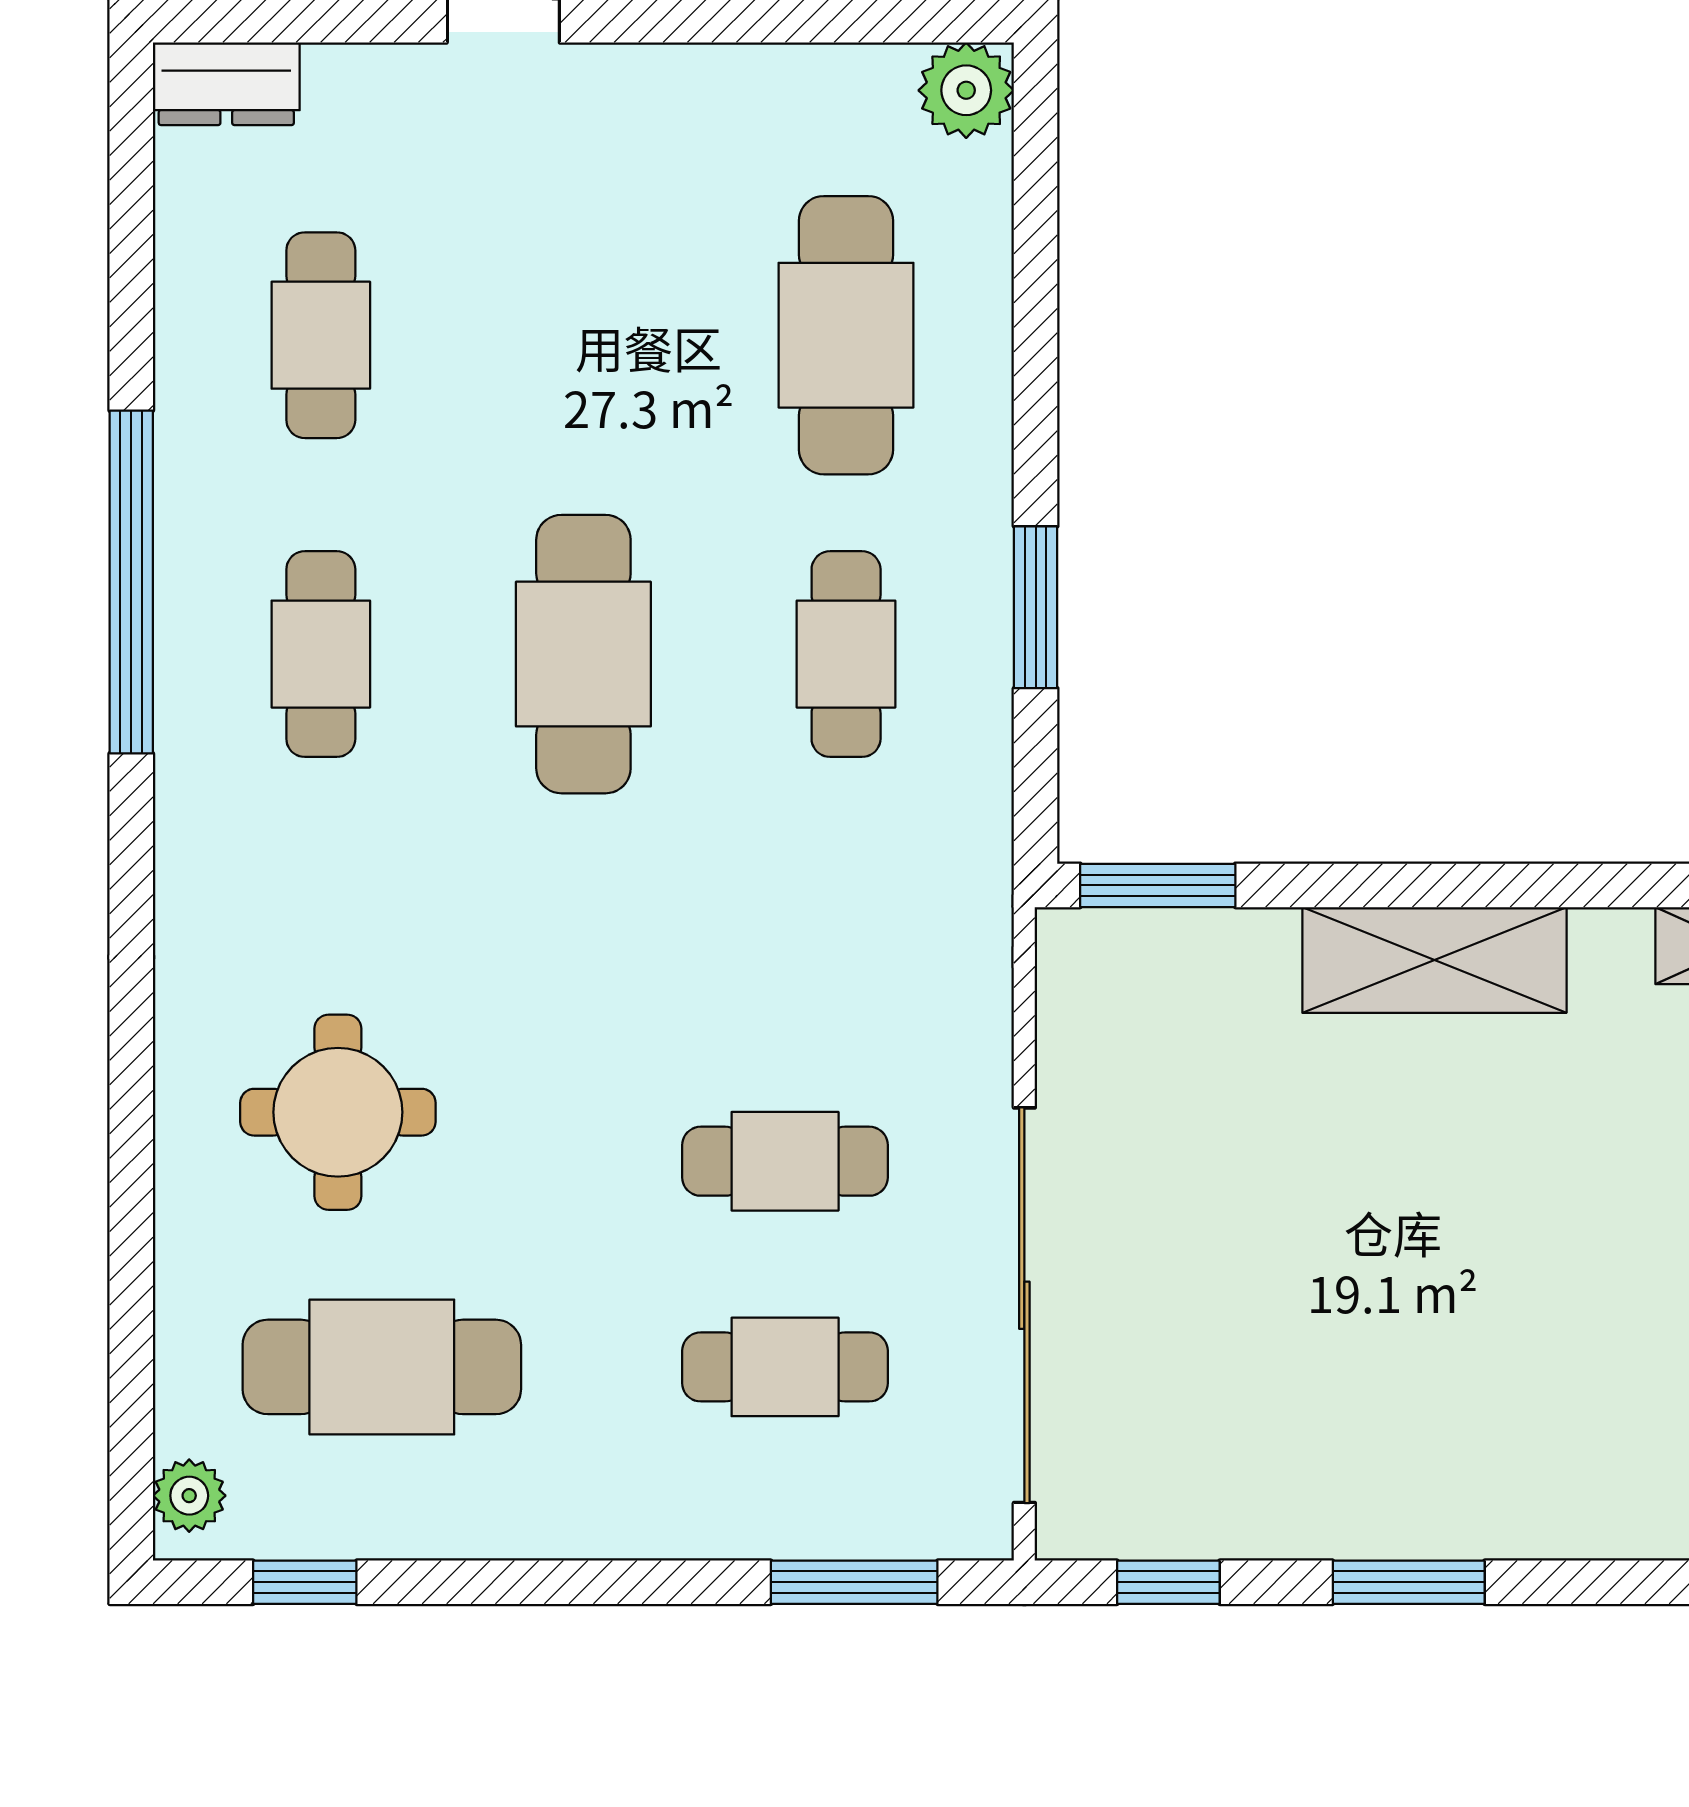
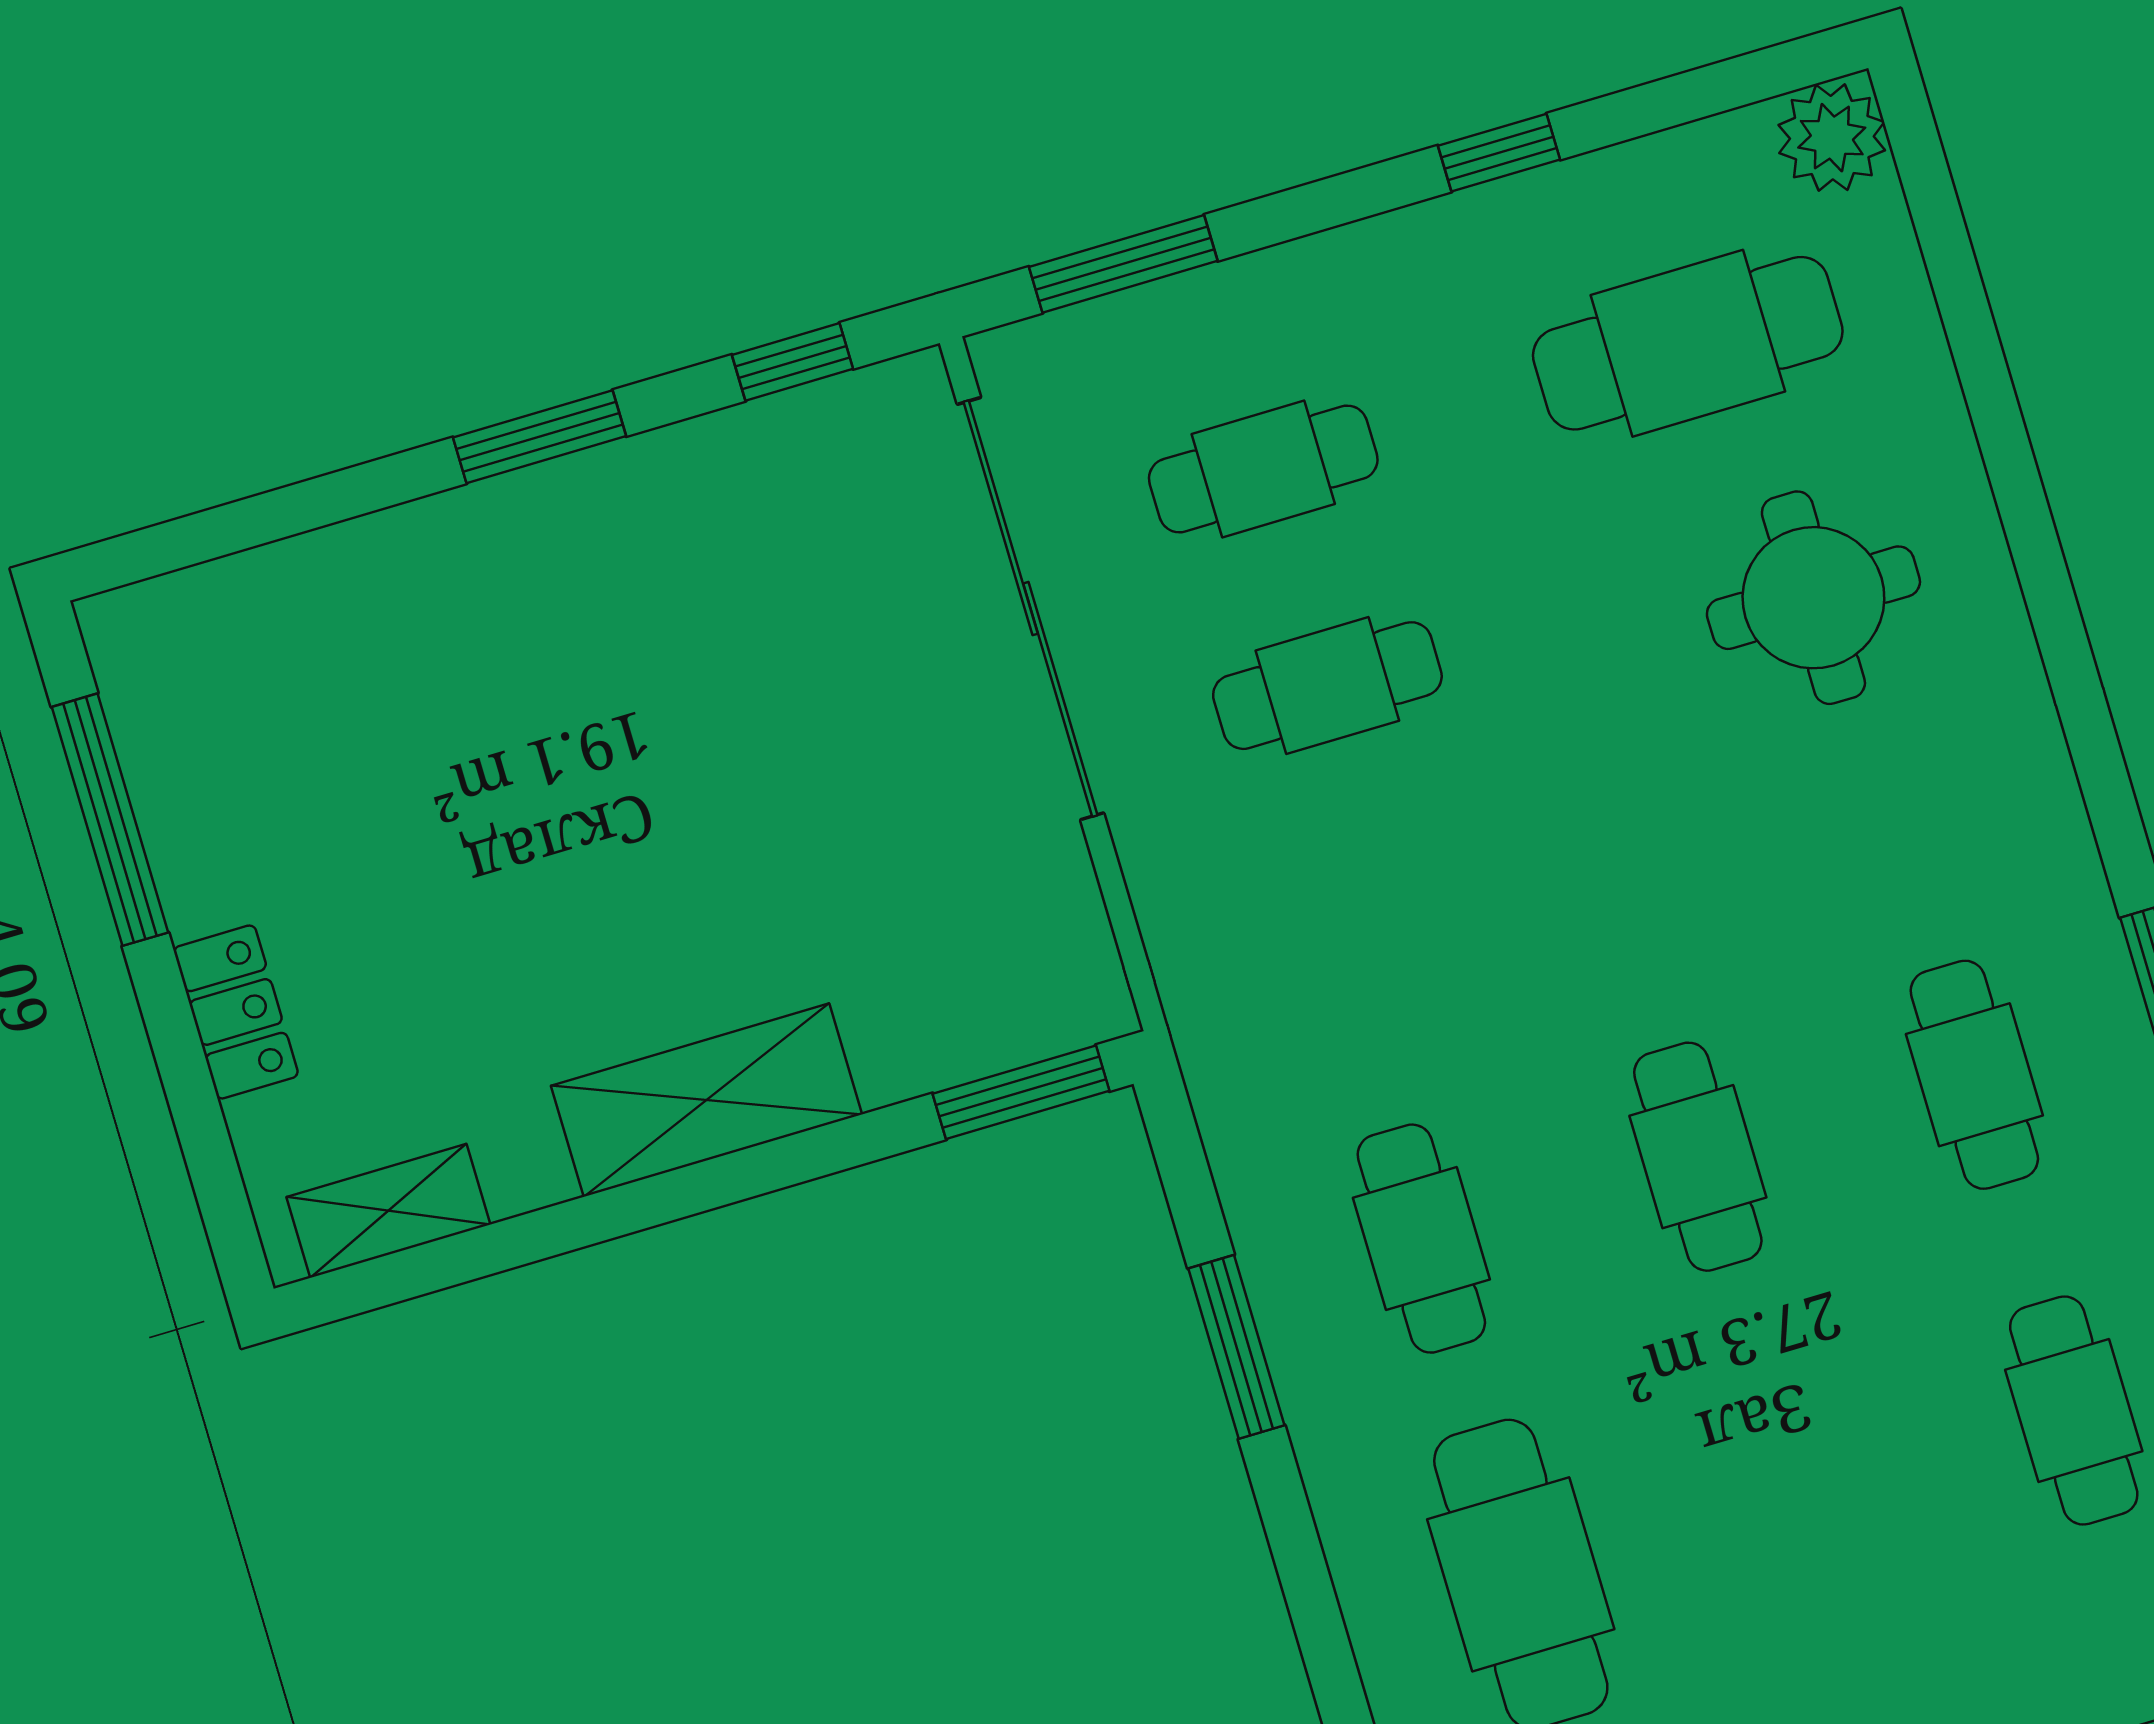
cafe table: (583, 654) -> (1698, 1157), width x0.73, depth x0.74
plant: (189, 1496) -> (1832, 138), width x1.38, depth x1.38
window: (305, 1582) -> (1499, 153), moved

